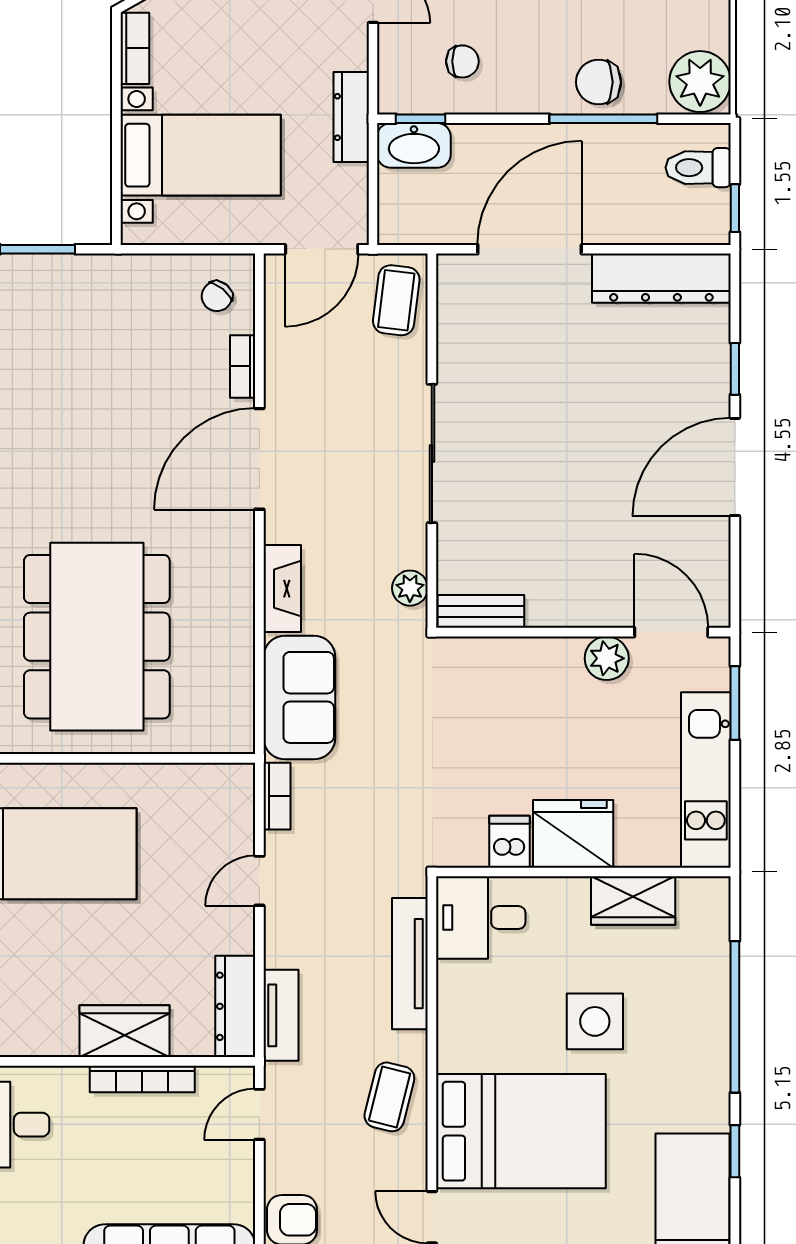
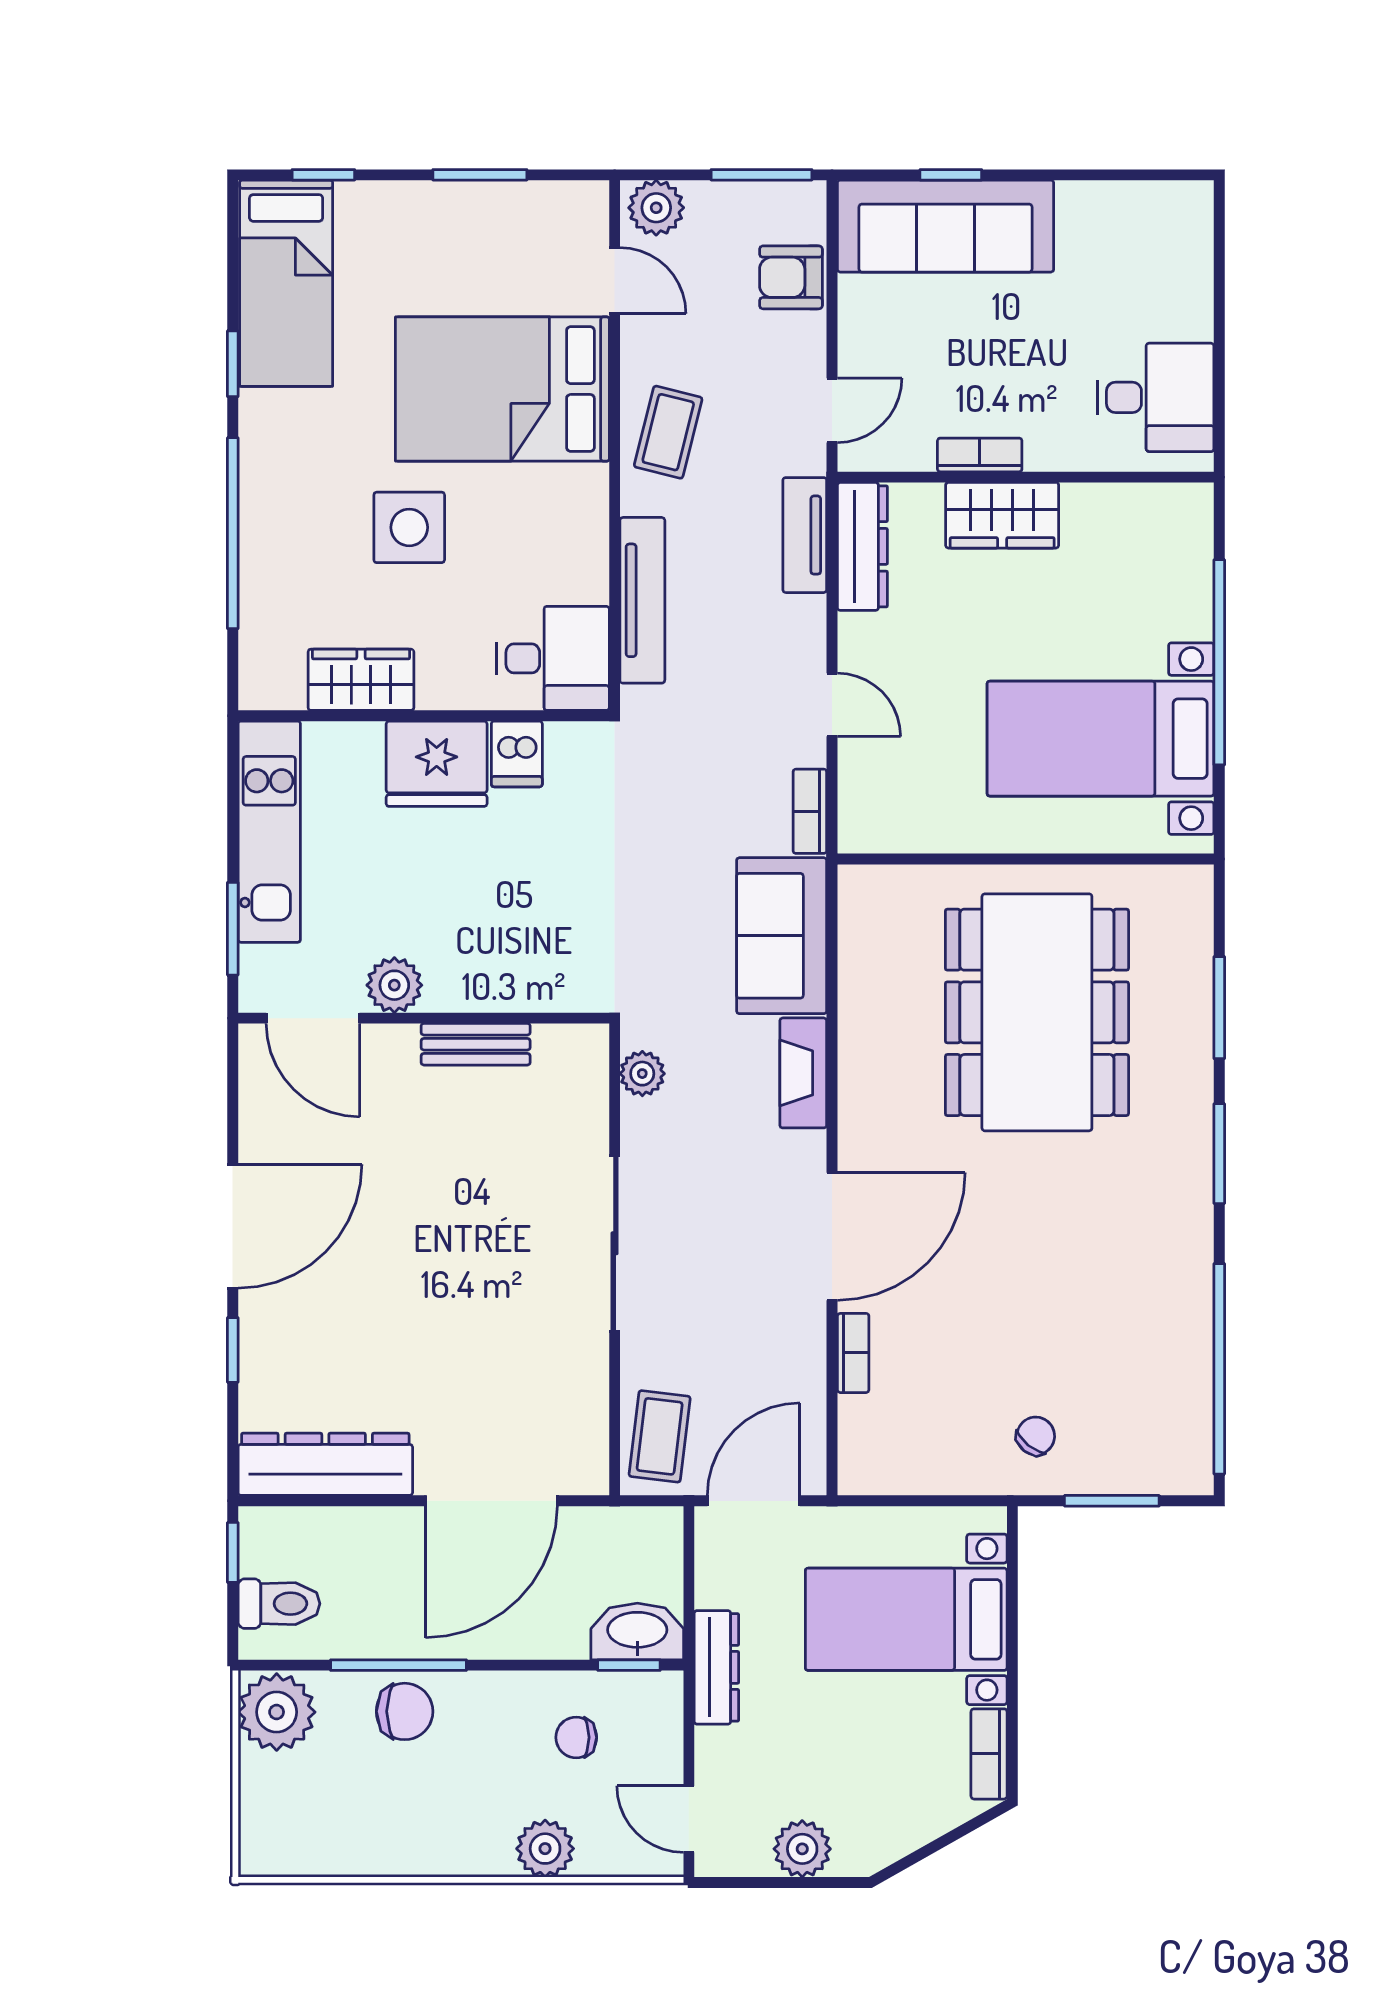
chair: (217, 296) -> (1036, 1436), moved
bench: (481, 611) -> (476, 1044), moved
door: (259, 881) -> (832, 705), hinge flipped
bookcase: (142, 1079) -> (980, 455), width x0.64

